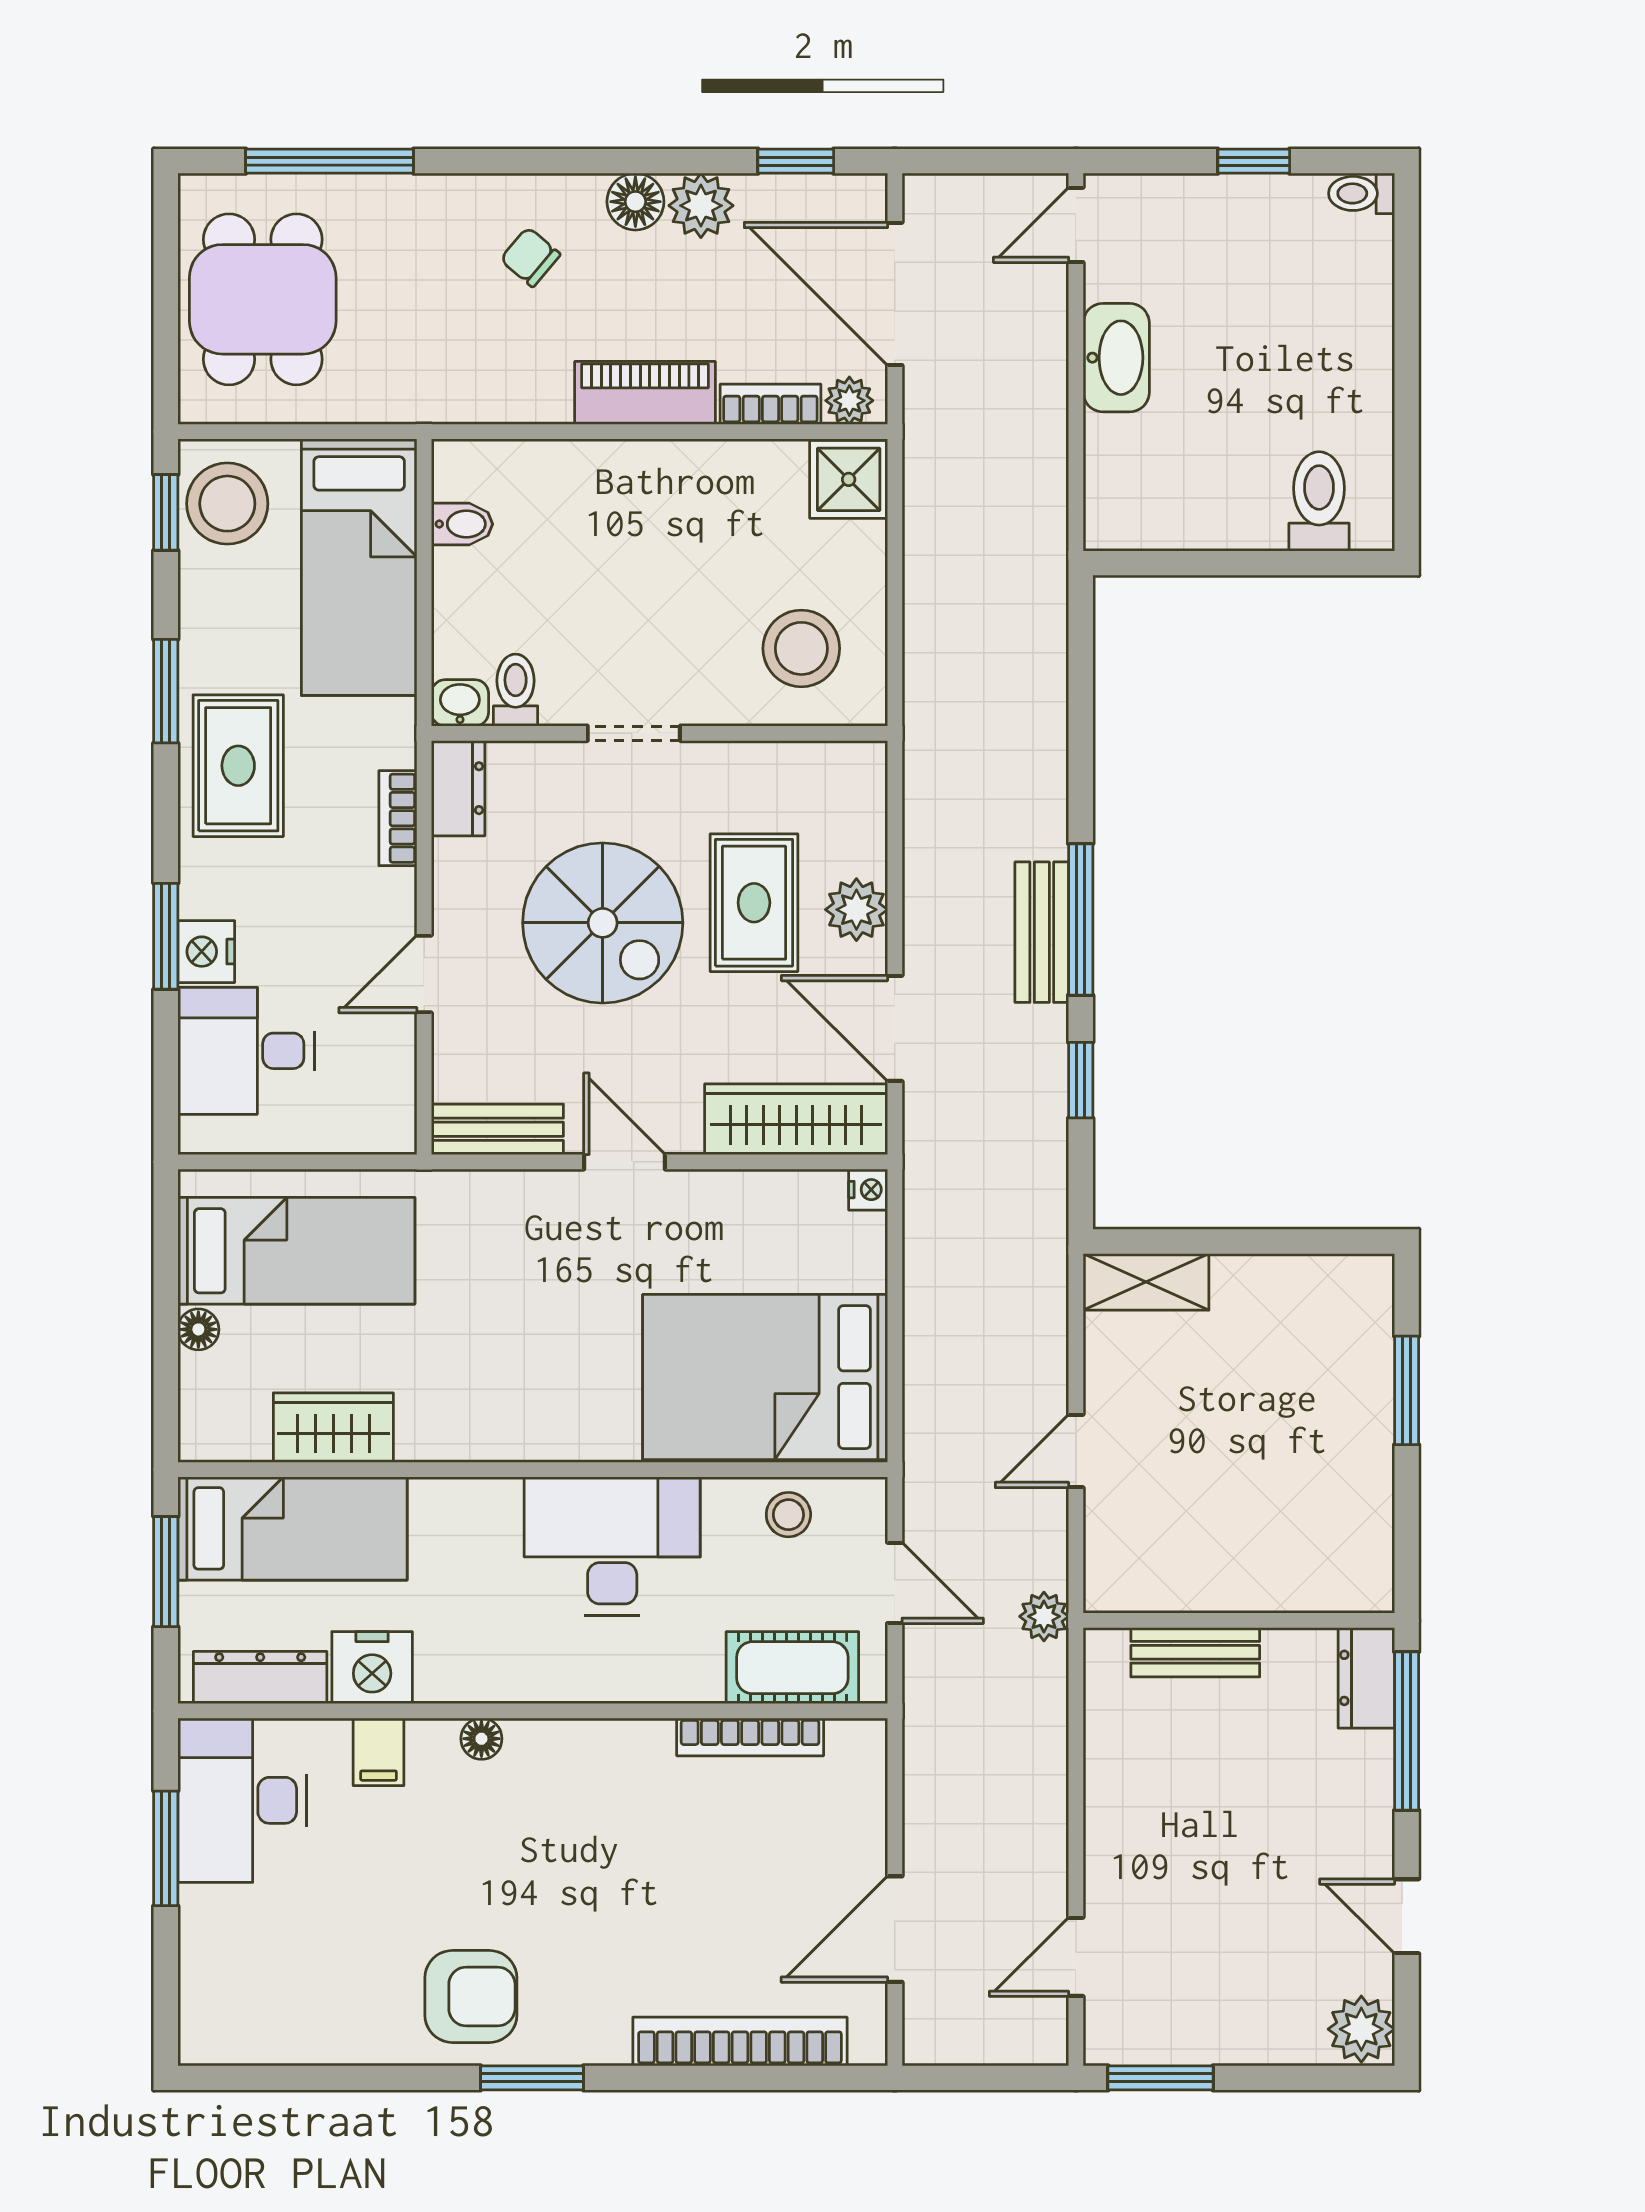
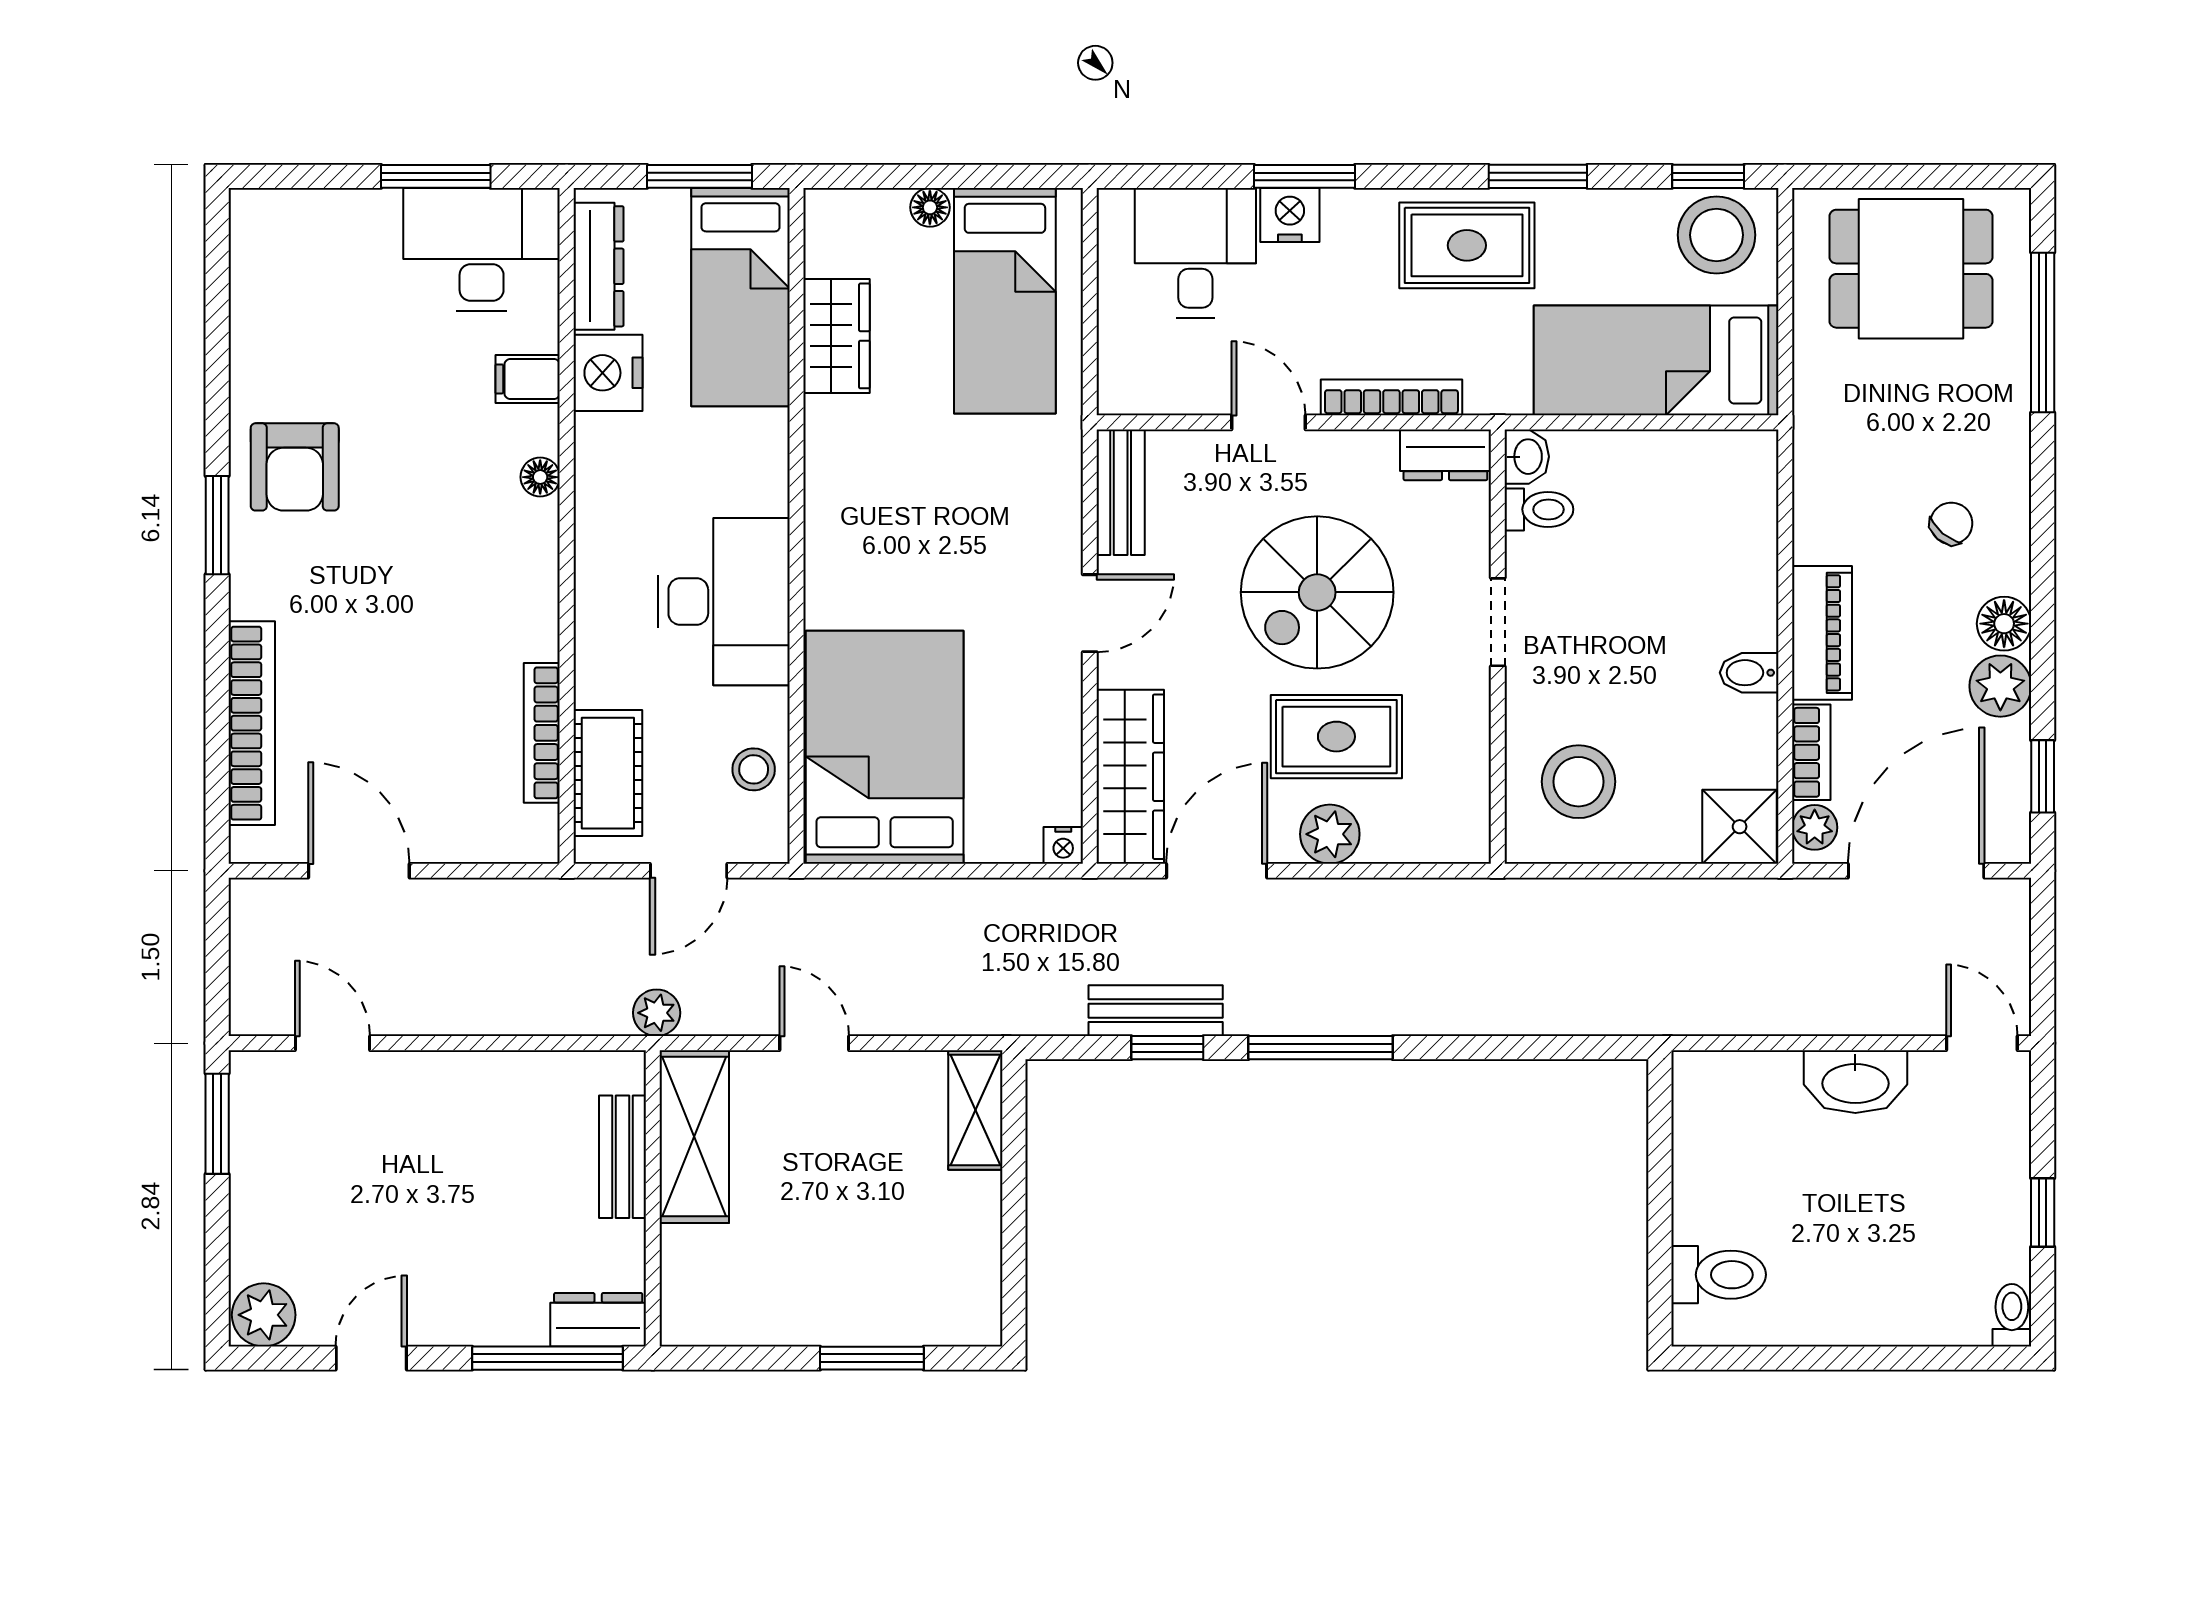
bidet: (462, 524) -> (1749, 673), moved, turned 90
bookcase: (398, 818) -> (1391, 397), width x1.56
bench: (1042, 932) -> (1156, 1011), moved
shelving: (1174, 1577) -> (694, 1137), added

